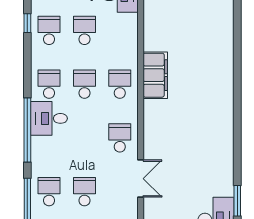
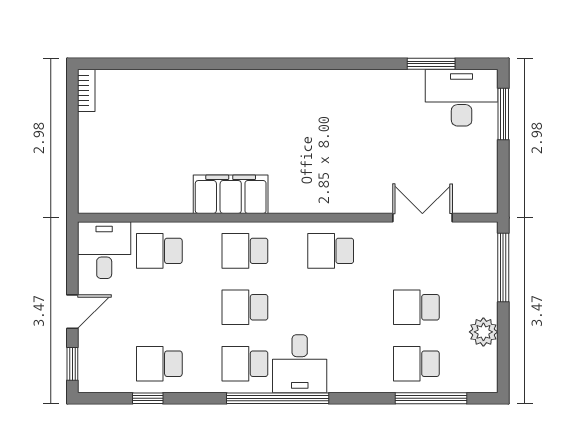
school desk: (84, 30) -> (159, 251), moved
window: (27, 130) -> (278, 398), moved
double door: (141, 179) -> (422, 218), moved

